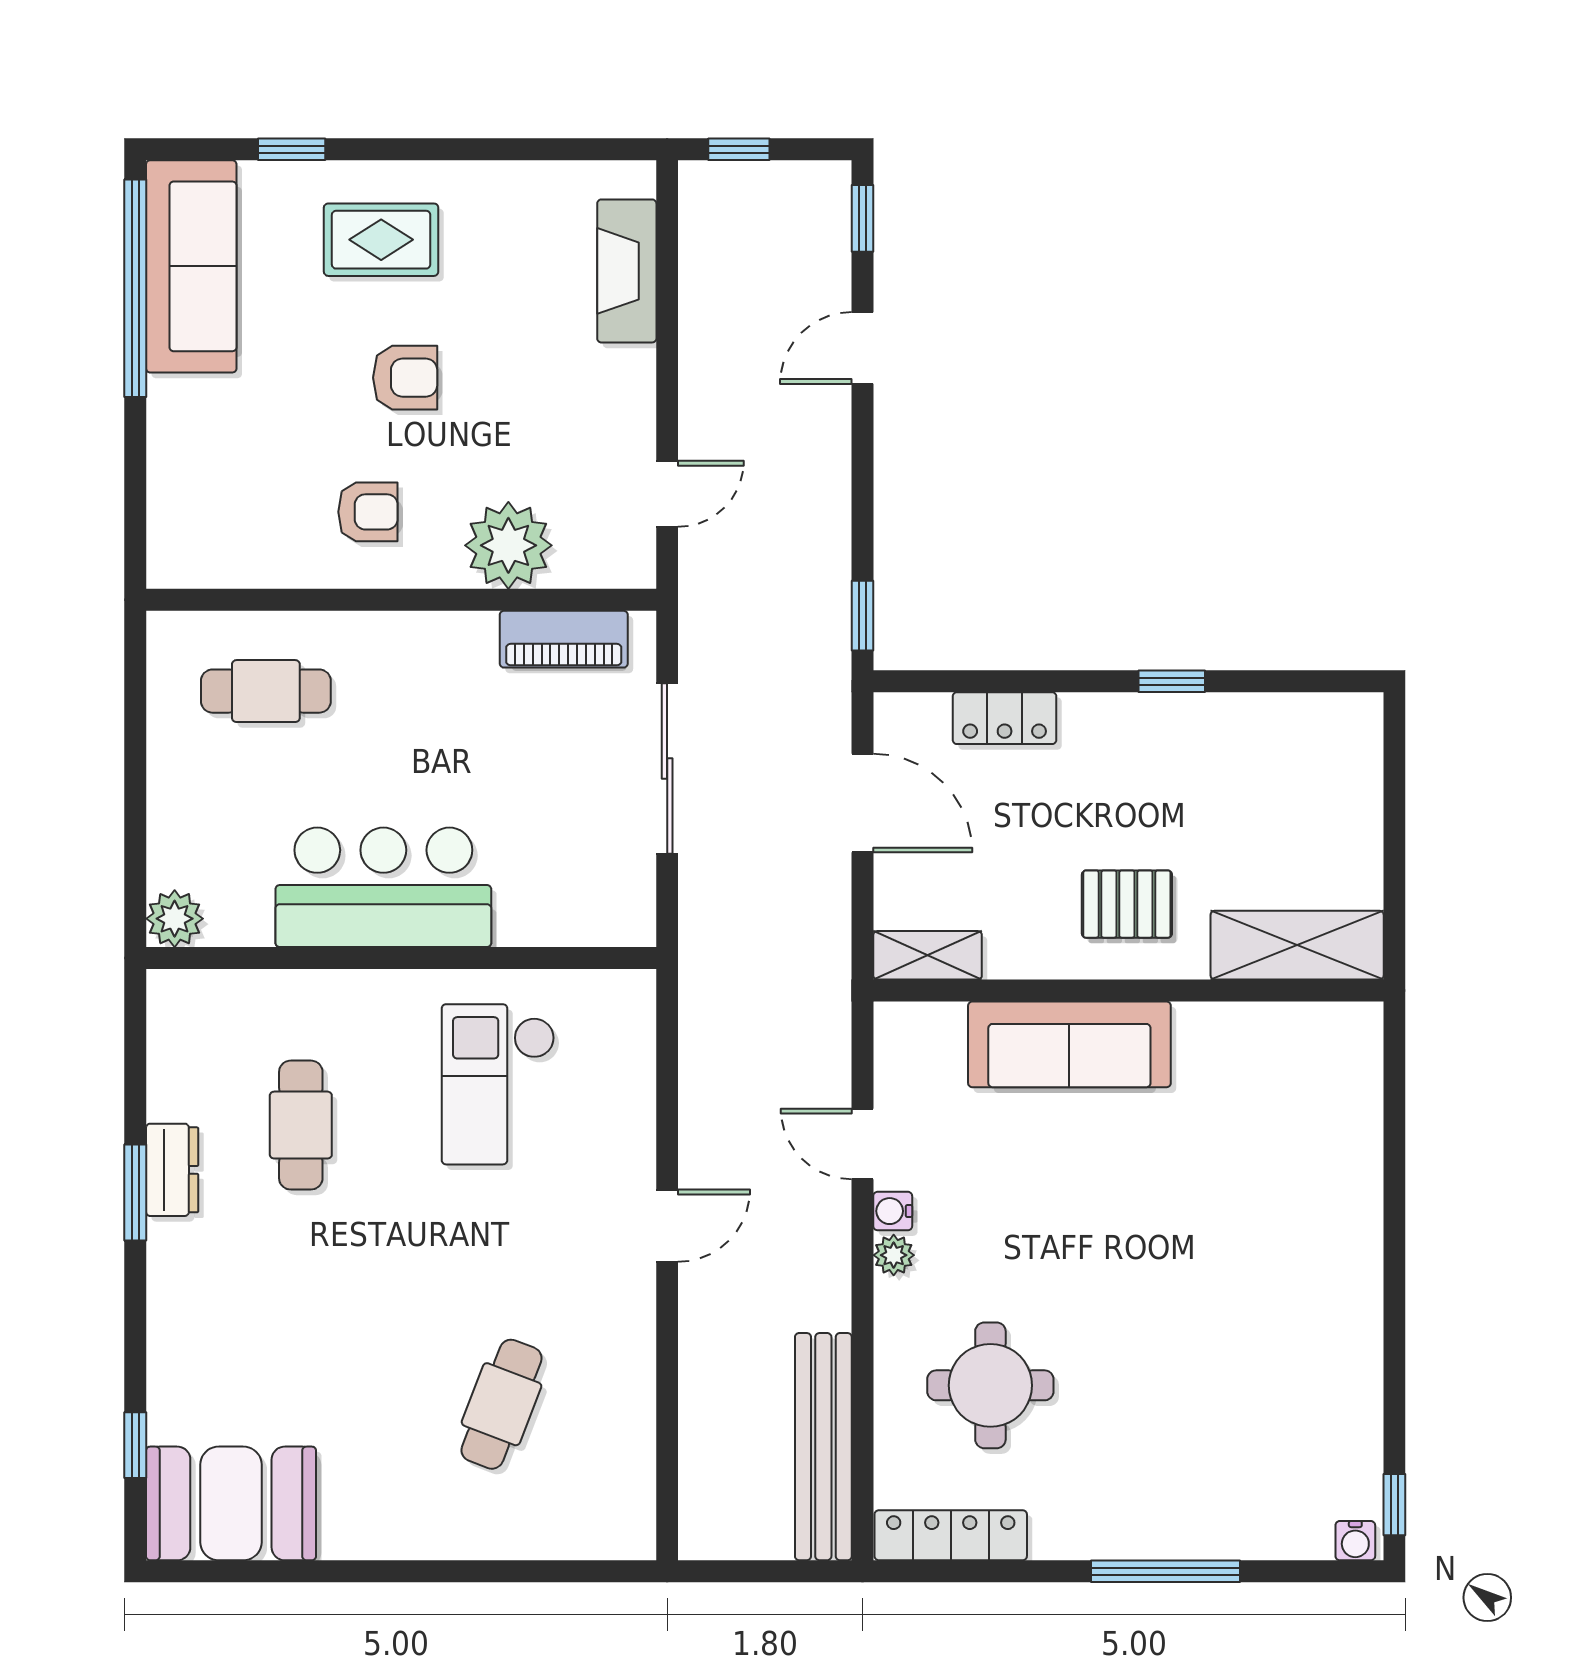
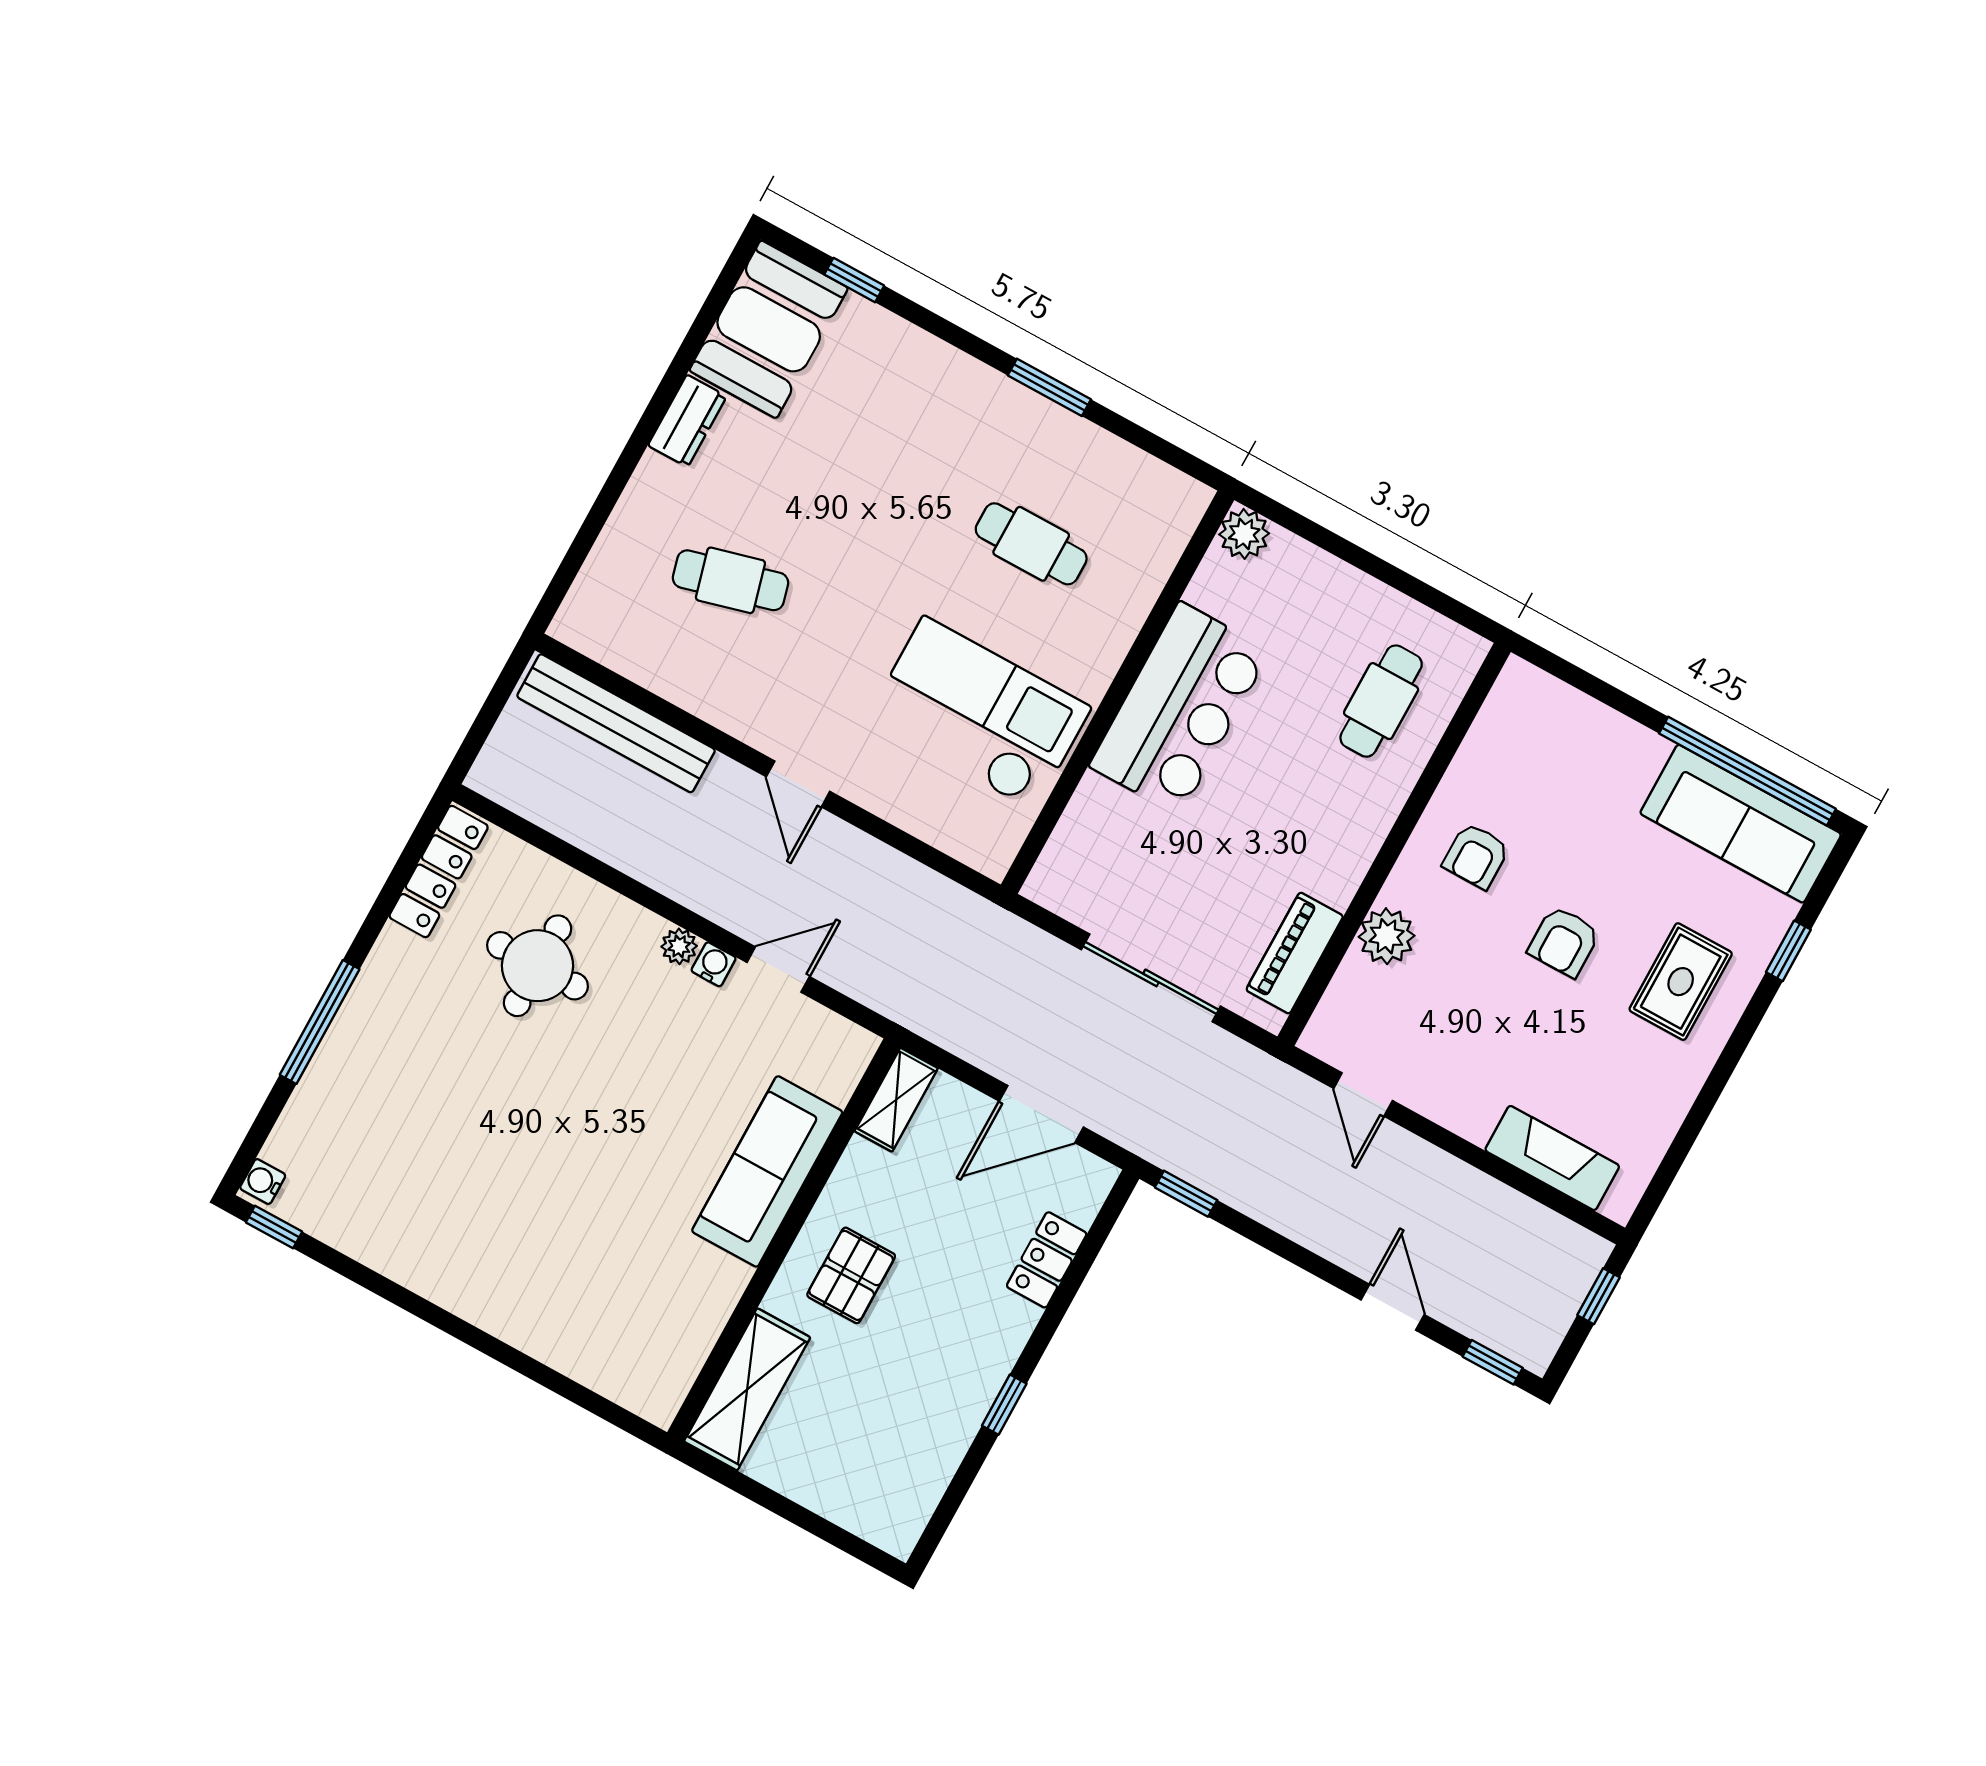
plant: (508, 545) -> (1387, 936), width x0.73, depth x0.73
checkout: (498, 1084) -> (979, 713), width x1.36, depth x1.21
dresser: (172, 1170) -> (687, 421), moved, turned -90
cafe table: (502, 1404) -> (730, 580), turned -36
bench: (823, 1447) -> (616, 723), moved

